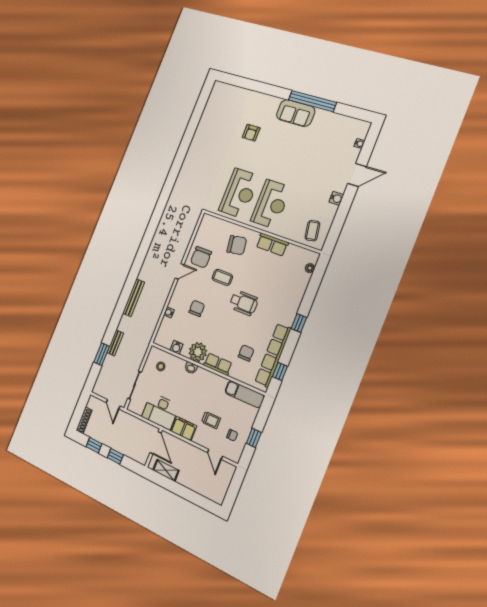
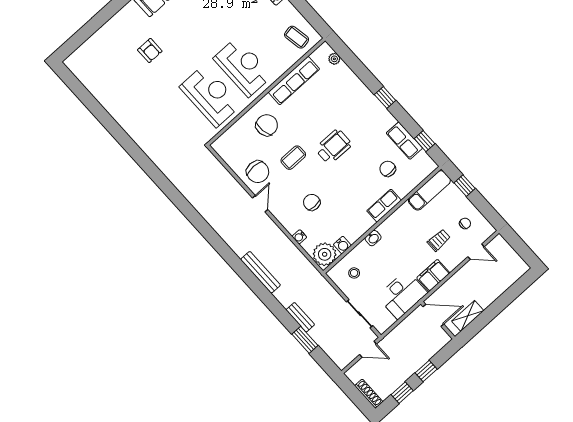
row of seats: (272, 244) -> (294, 81), width x1.48
plant: (198, 352) -> (325, 254), moved
row of seats: (273, 355) -> (404, 141), width x0.50
window: (254, 438) -> (465, 186), moved

